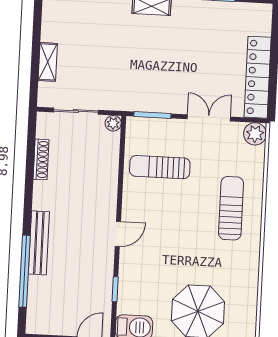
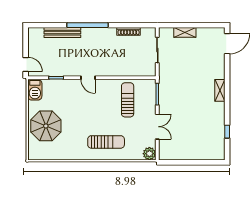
locker: (258, 77) -> (182, 153), removed
plant: (113, 123) -> (151, 72), removed
bench: (39, 243) -> (62, 33), moved
window: (25, 271) -> (88, 25), moved

